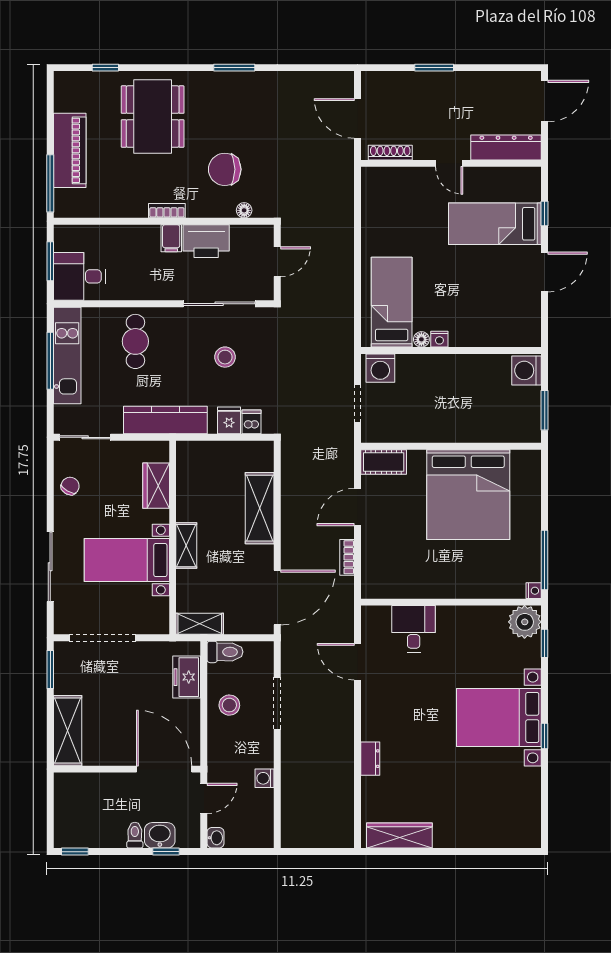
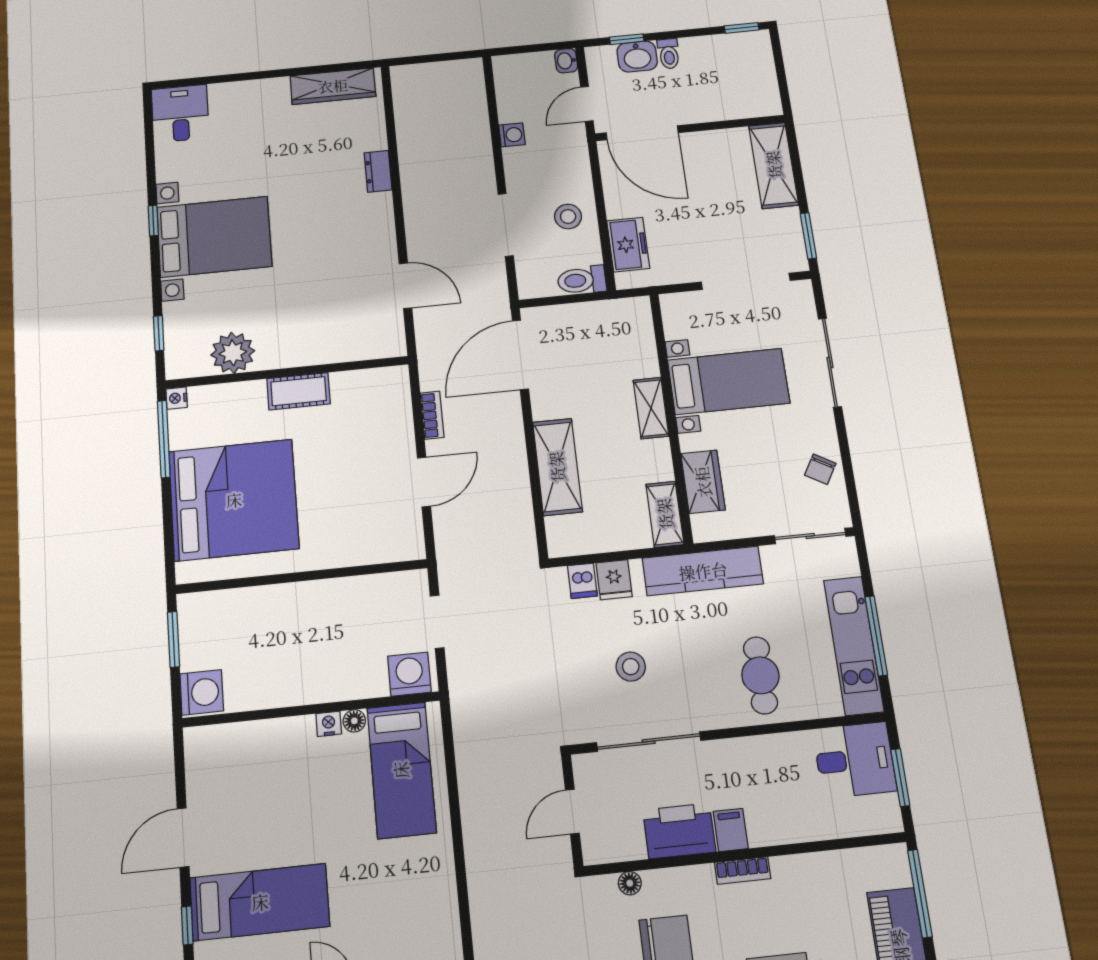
cot: (384, 462) -> (299, 391), moved
bed: (468, 495) -> (234, 500), moved, turned 90
plant: (525, 622) -> (233, 353), moved
shelving: (200, 624) -> (665, 514), moved, turned 90
desk: (414, 629) -> (180, 113), moved, turned 180

